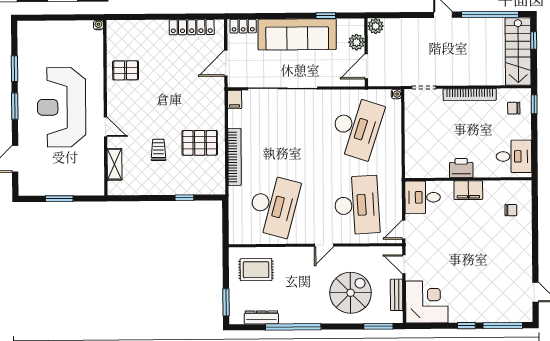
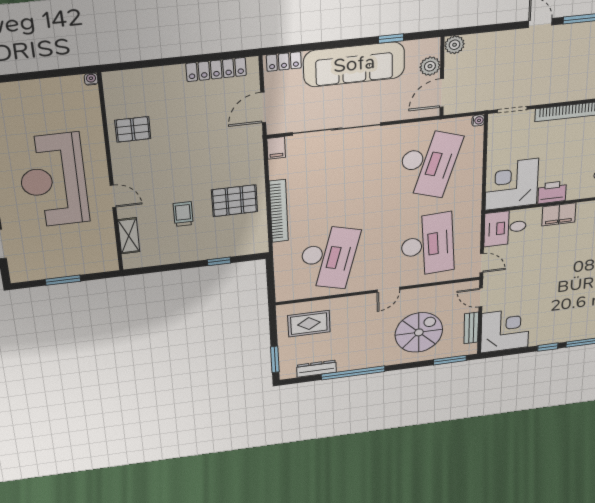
corner desk: (426, 156) -> (512, 184), added
door: (404, 230) -> (482, 263), swing flipped

